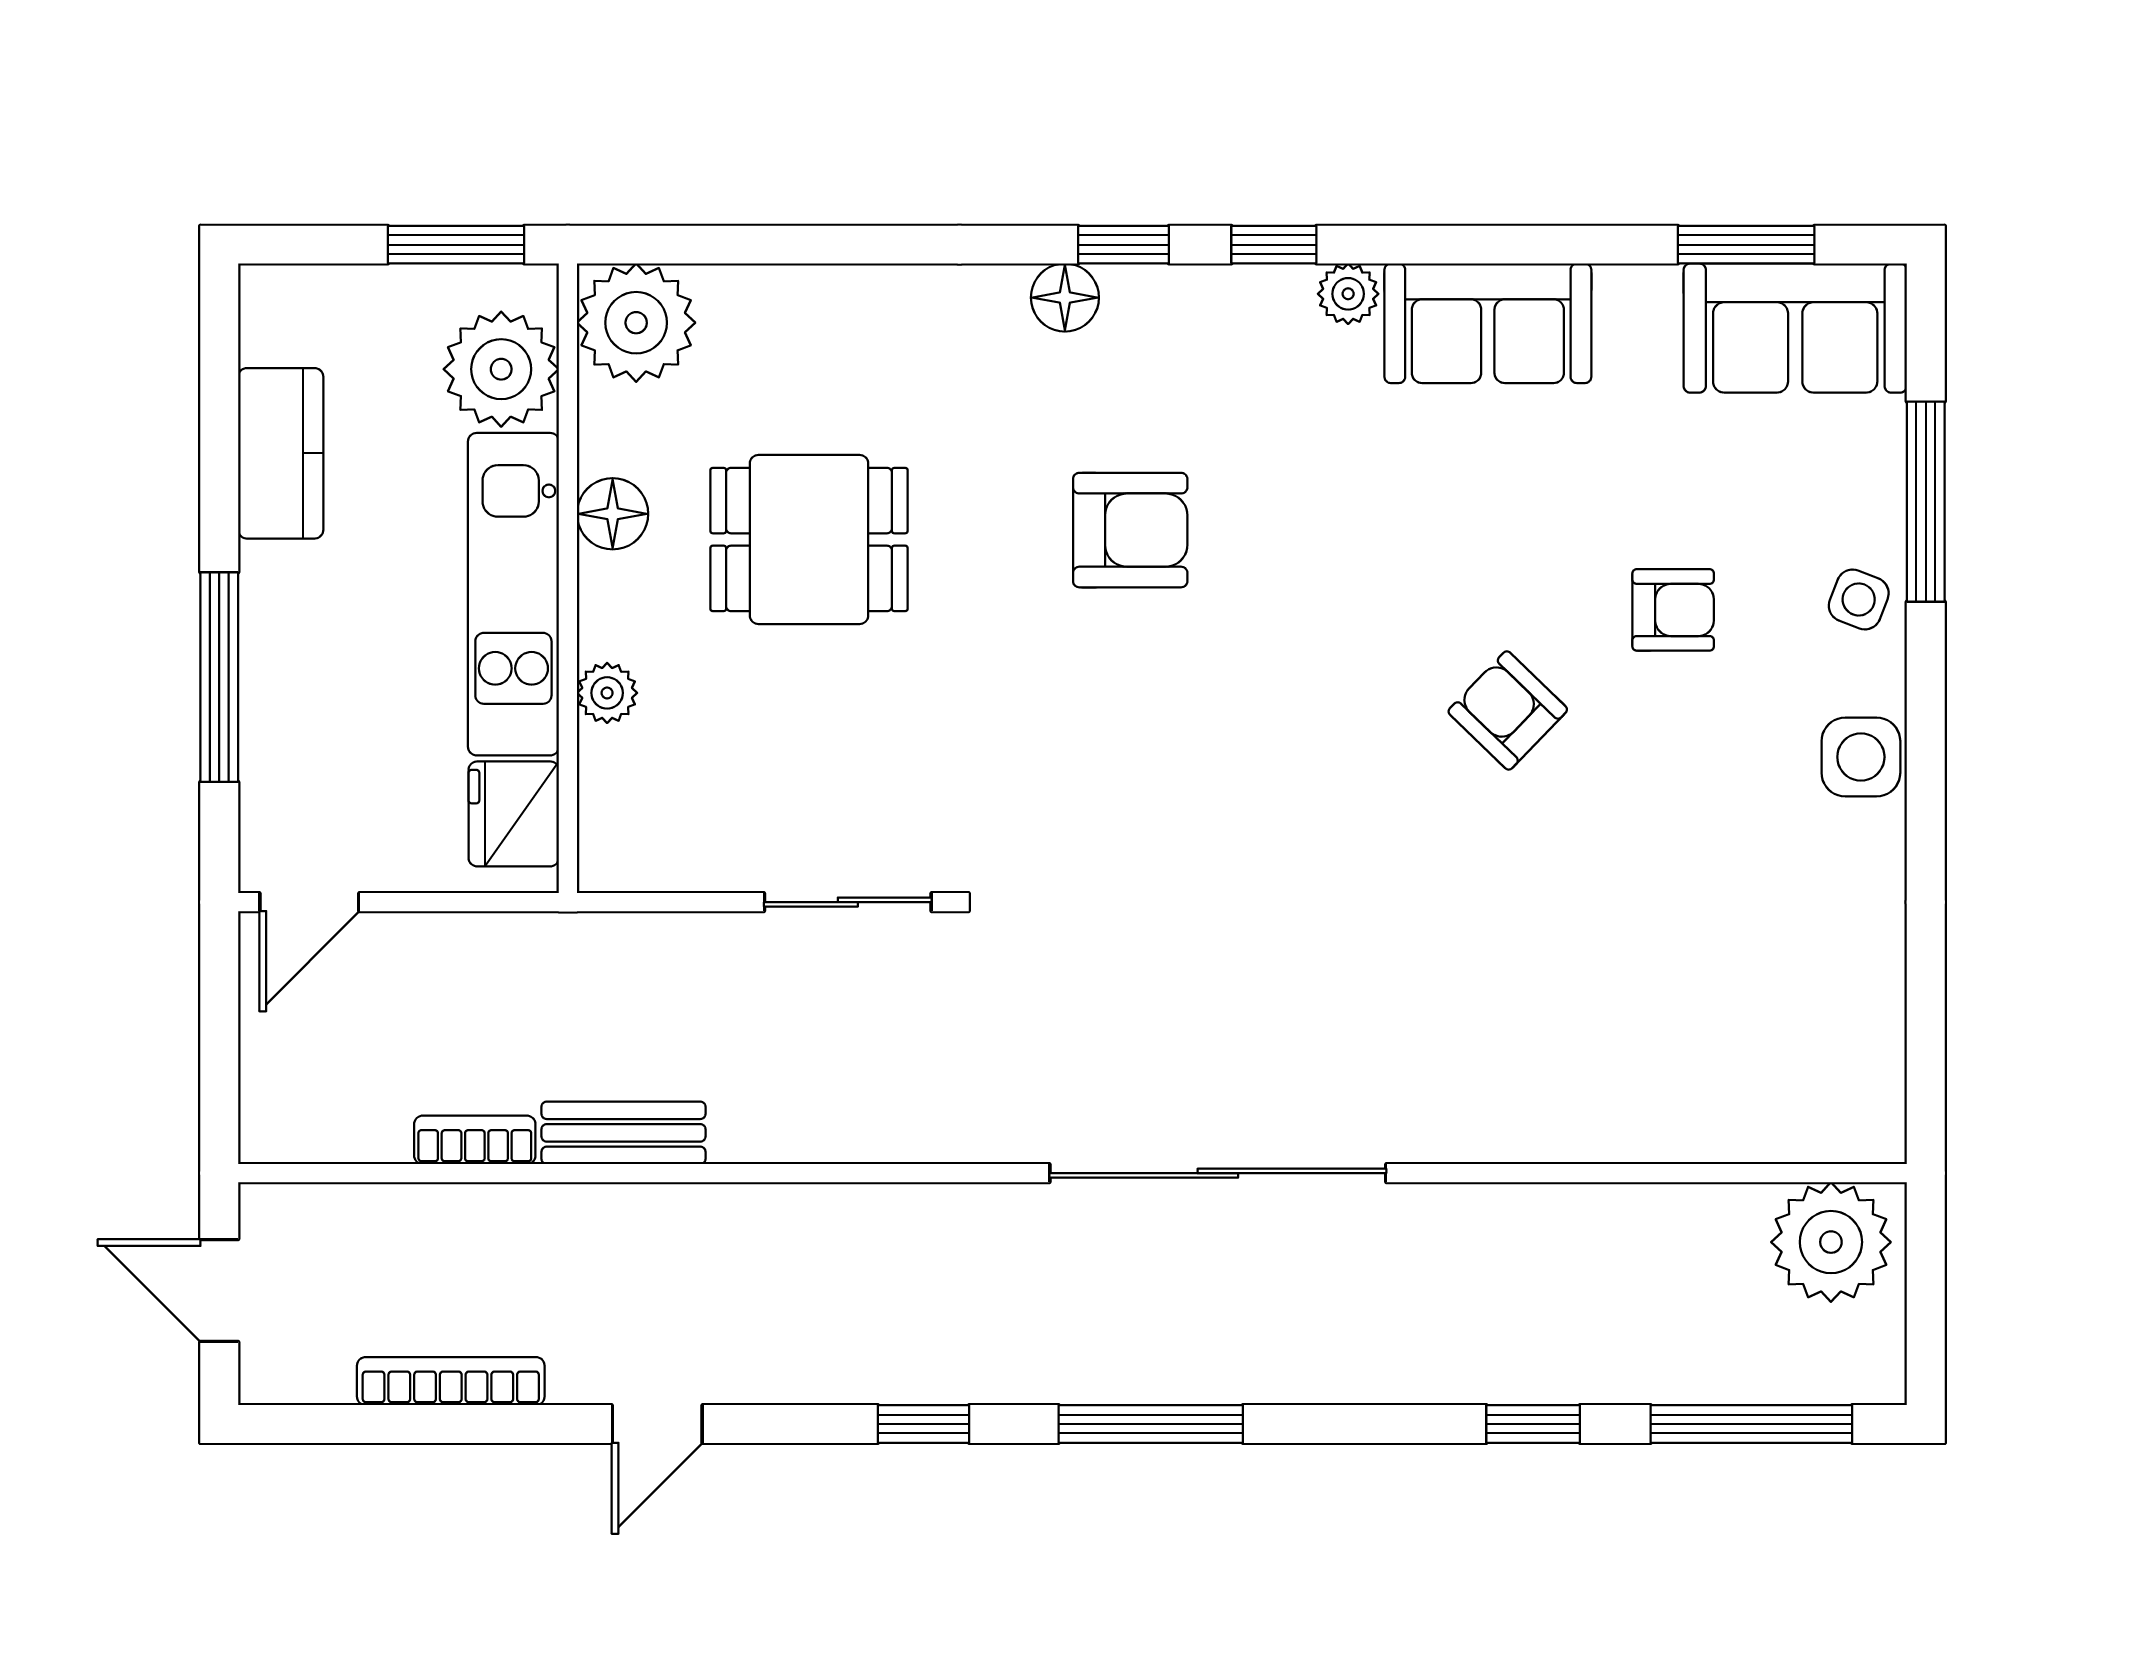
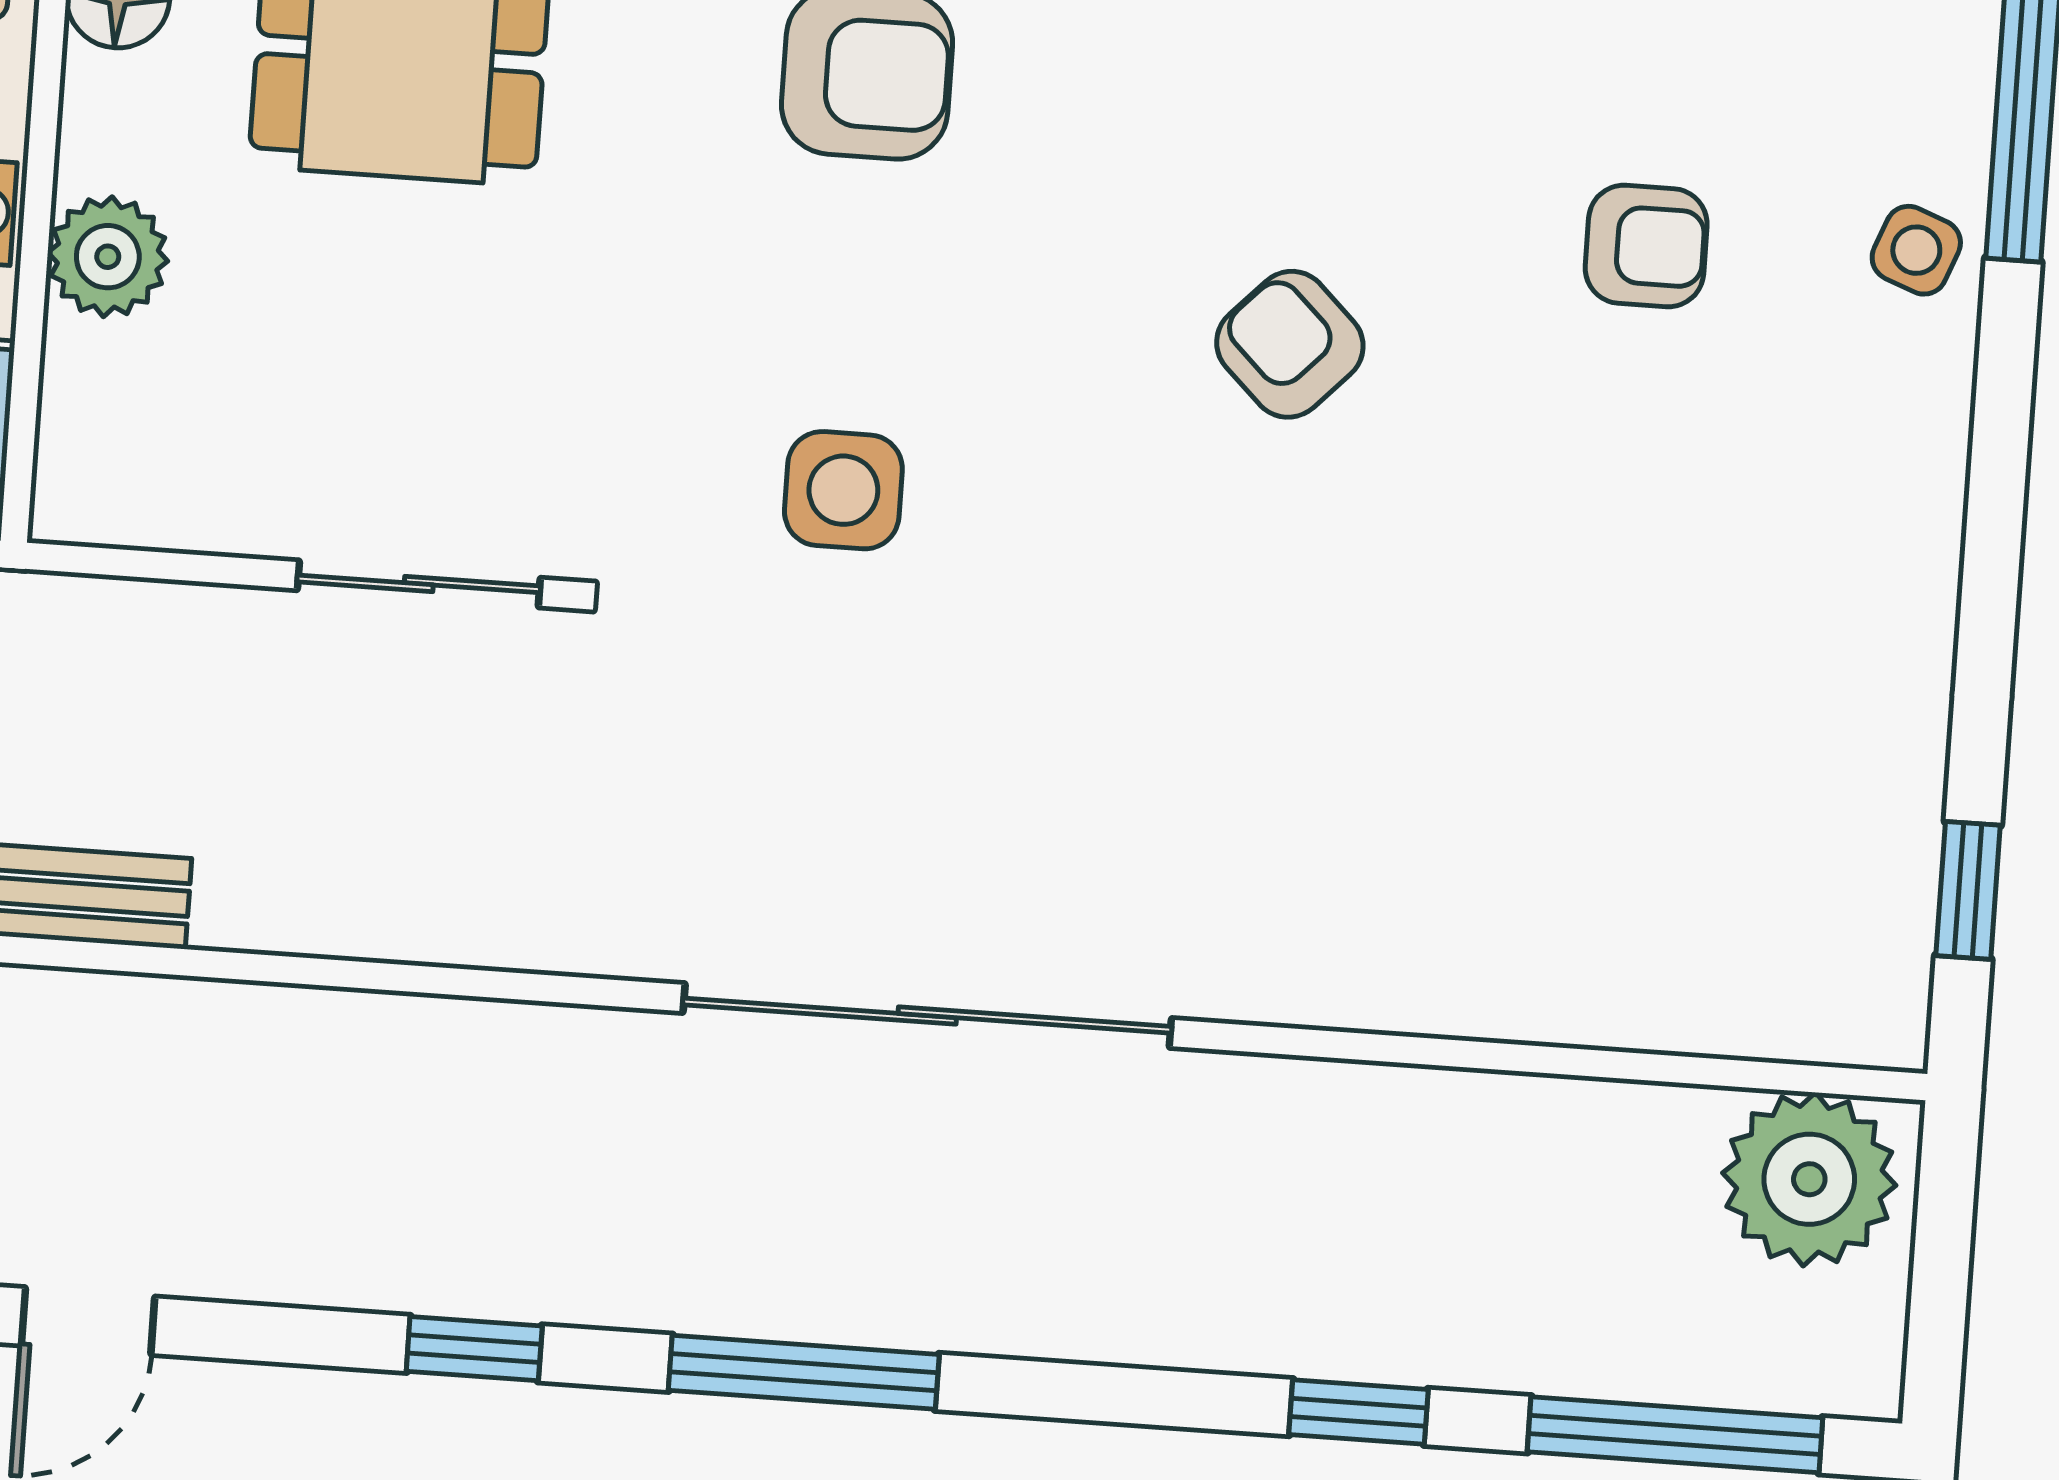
plant: (607, 693) -> (108, 257), width x1.38, depth x1.38
armchair: (1508, 710) -> (1290, 344), moved
side table: (1861, 757) -> (843, 490), moved
window: (1926, 1036) -> (1968, 890), added

